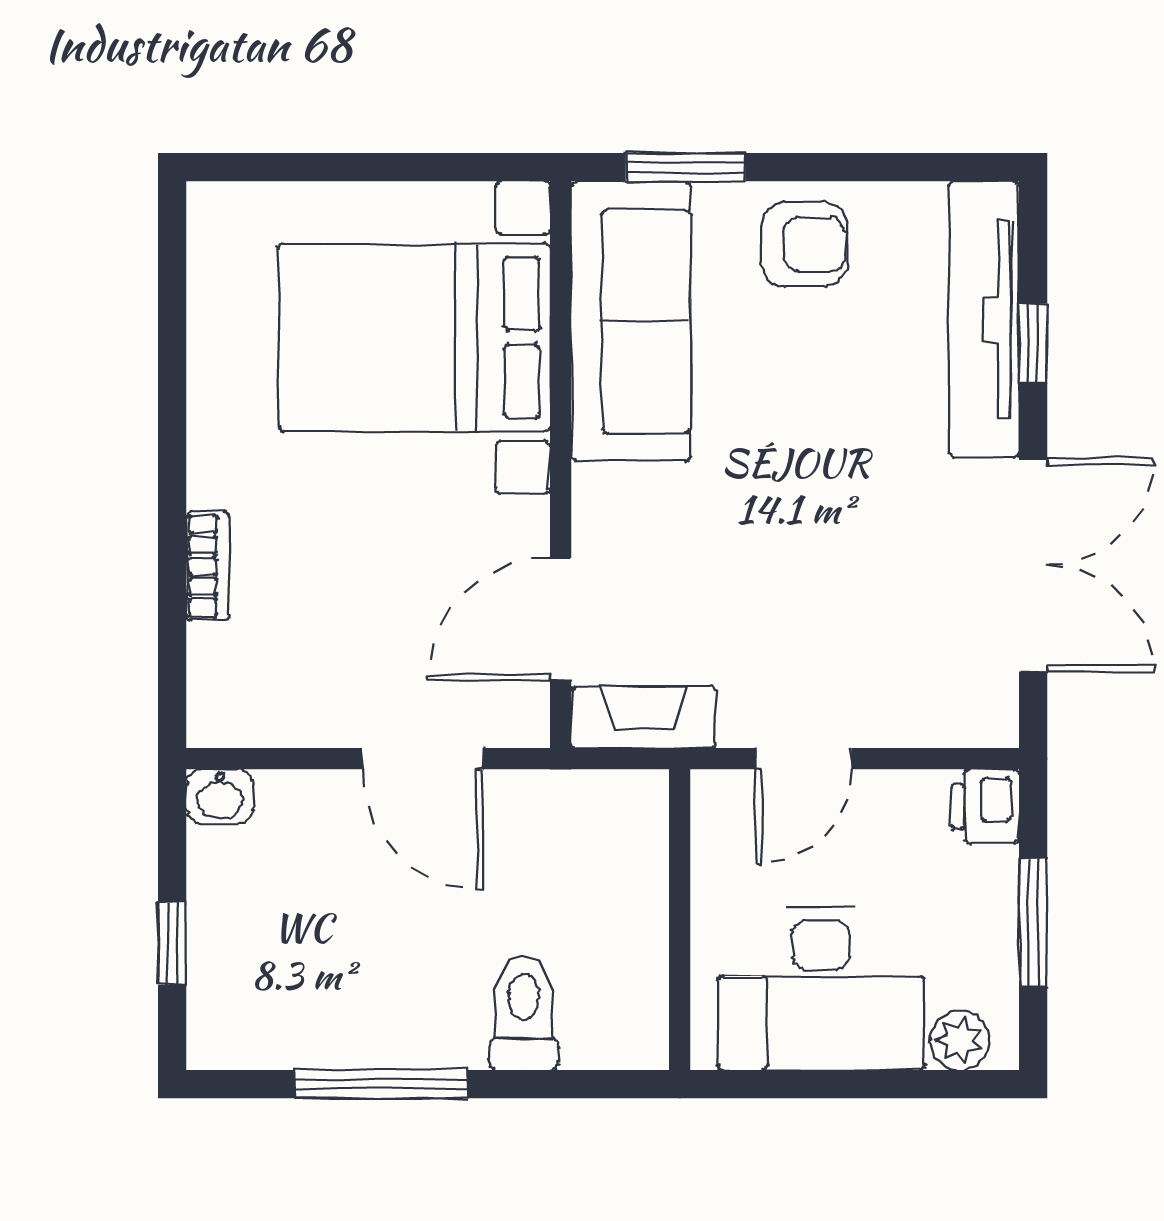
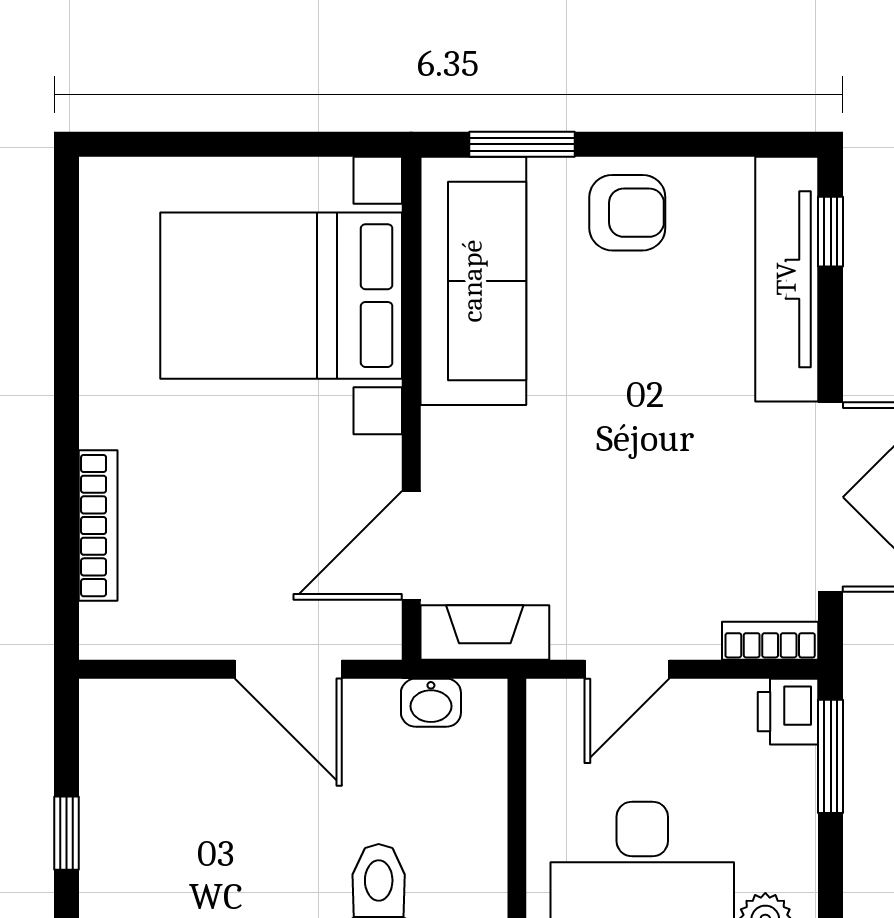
window: (1033, 343) -> (831, 232), moved
bookcase: (208, 566) -> (98, 526), width x1.56
bookcase: (965, 727) -> (770, 641), added
washbasin: (220, 796) -> (431, 703), moved
window: (1033, 922) -> (831, 756), moved

